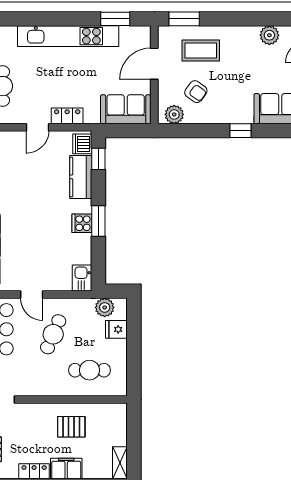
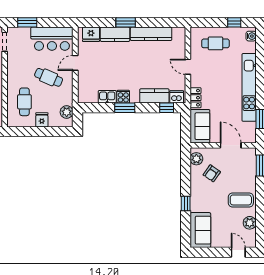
coffee table: (201, 50) -> (241, 200), moved, turned 90
locker: (67, 116) -> (196, 98), moved
kitchen sink: (82, 278) -> (107, 97), moved
fridge: (116, 329) -> (42, 120), moved

